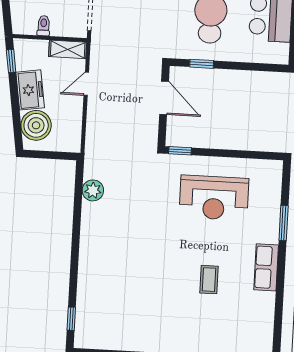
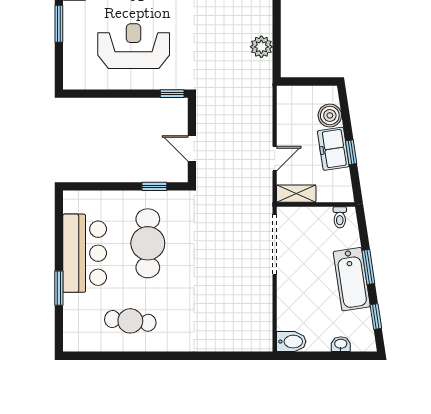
toilet: (44, 26) -> (340, 217), moved
window: (11, 61) -> (351, 152), moved
door: (164, 98) -> (192, 148), width x0.73
boiler: (36, 125) -> (330, 115), width x0.73, depth x0.73

